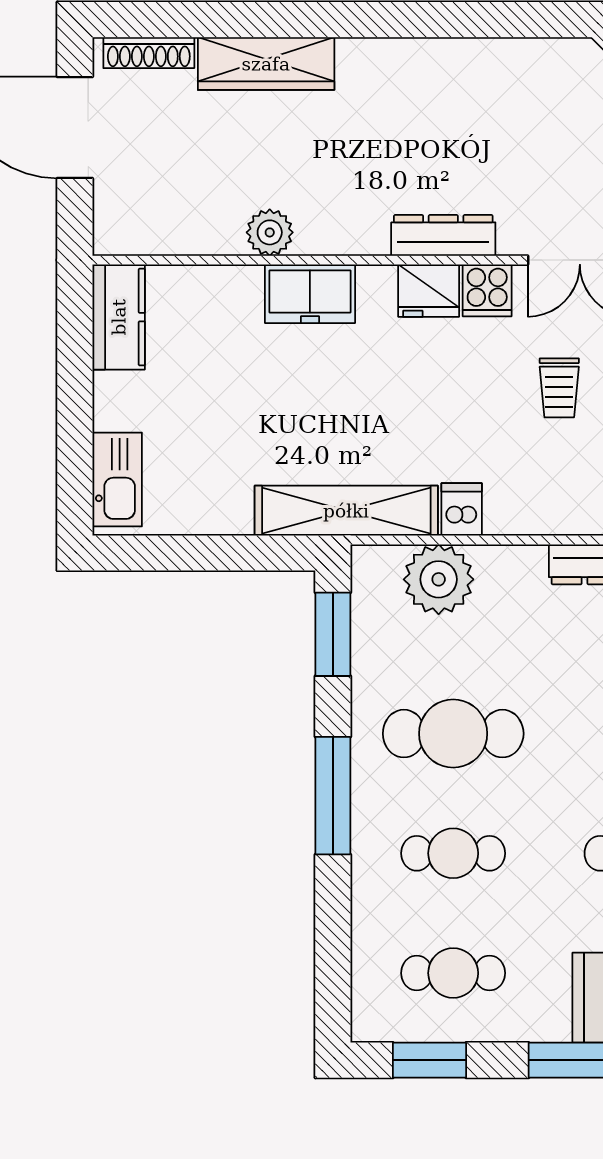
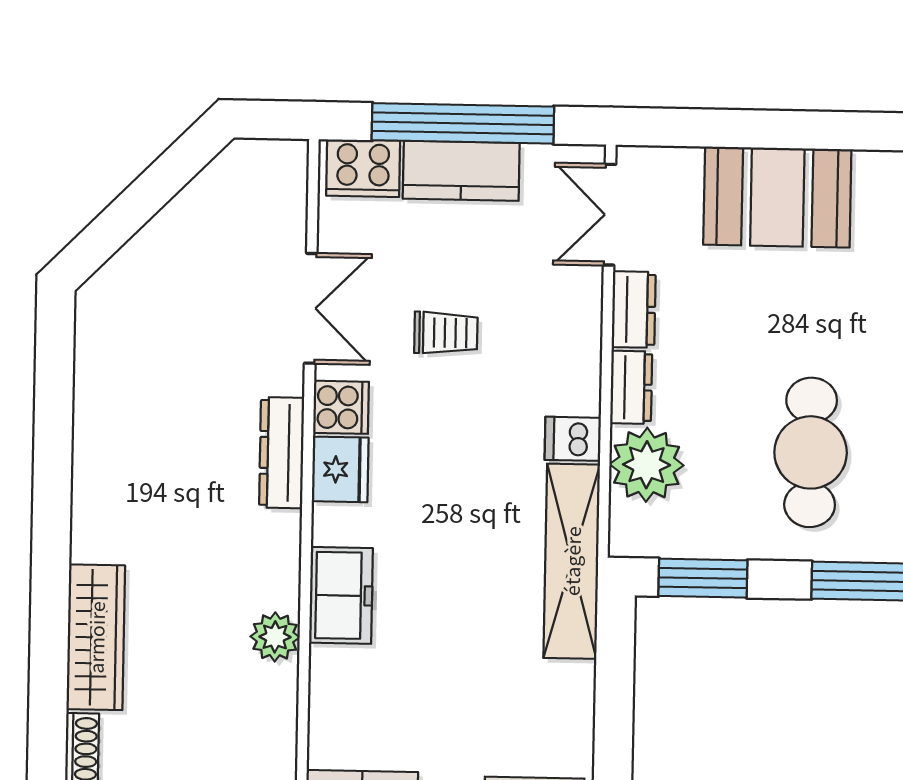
dresser: (511, 563) -> (631, 387), added

